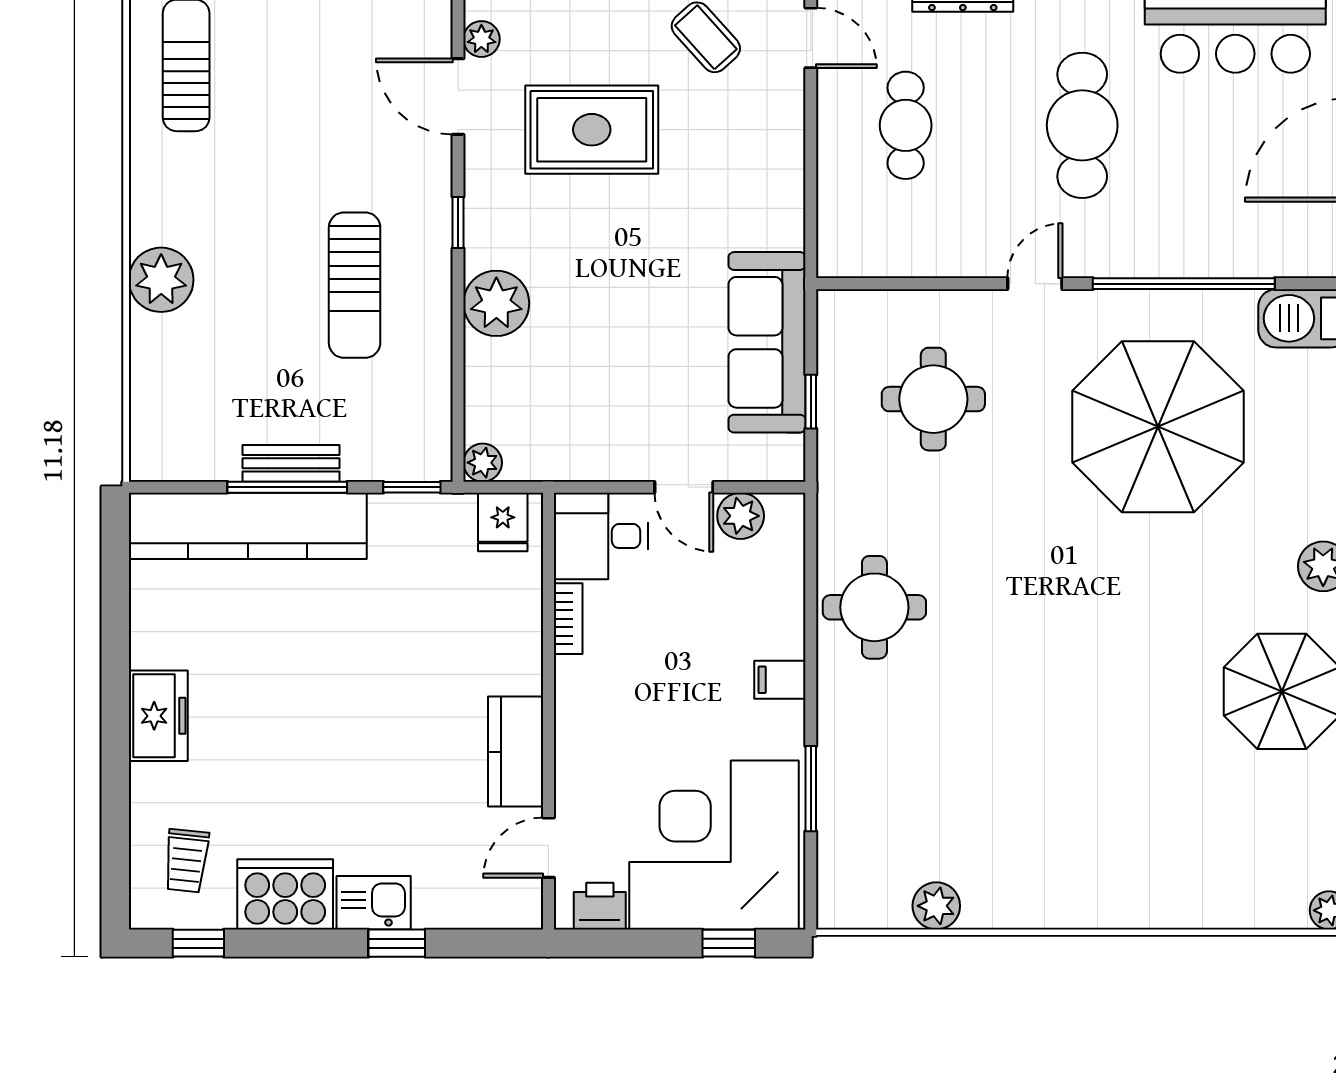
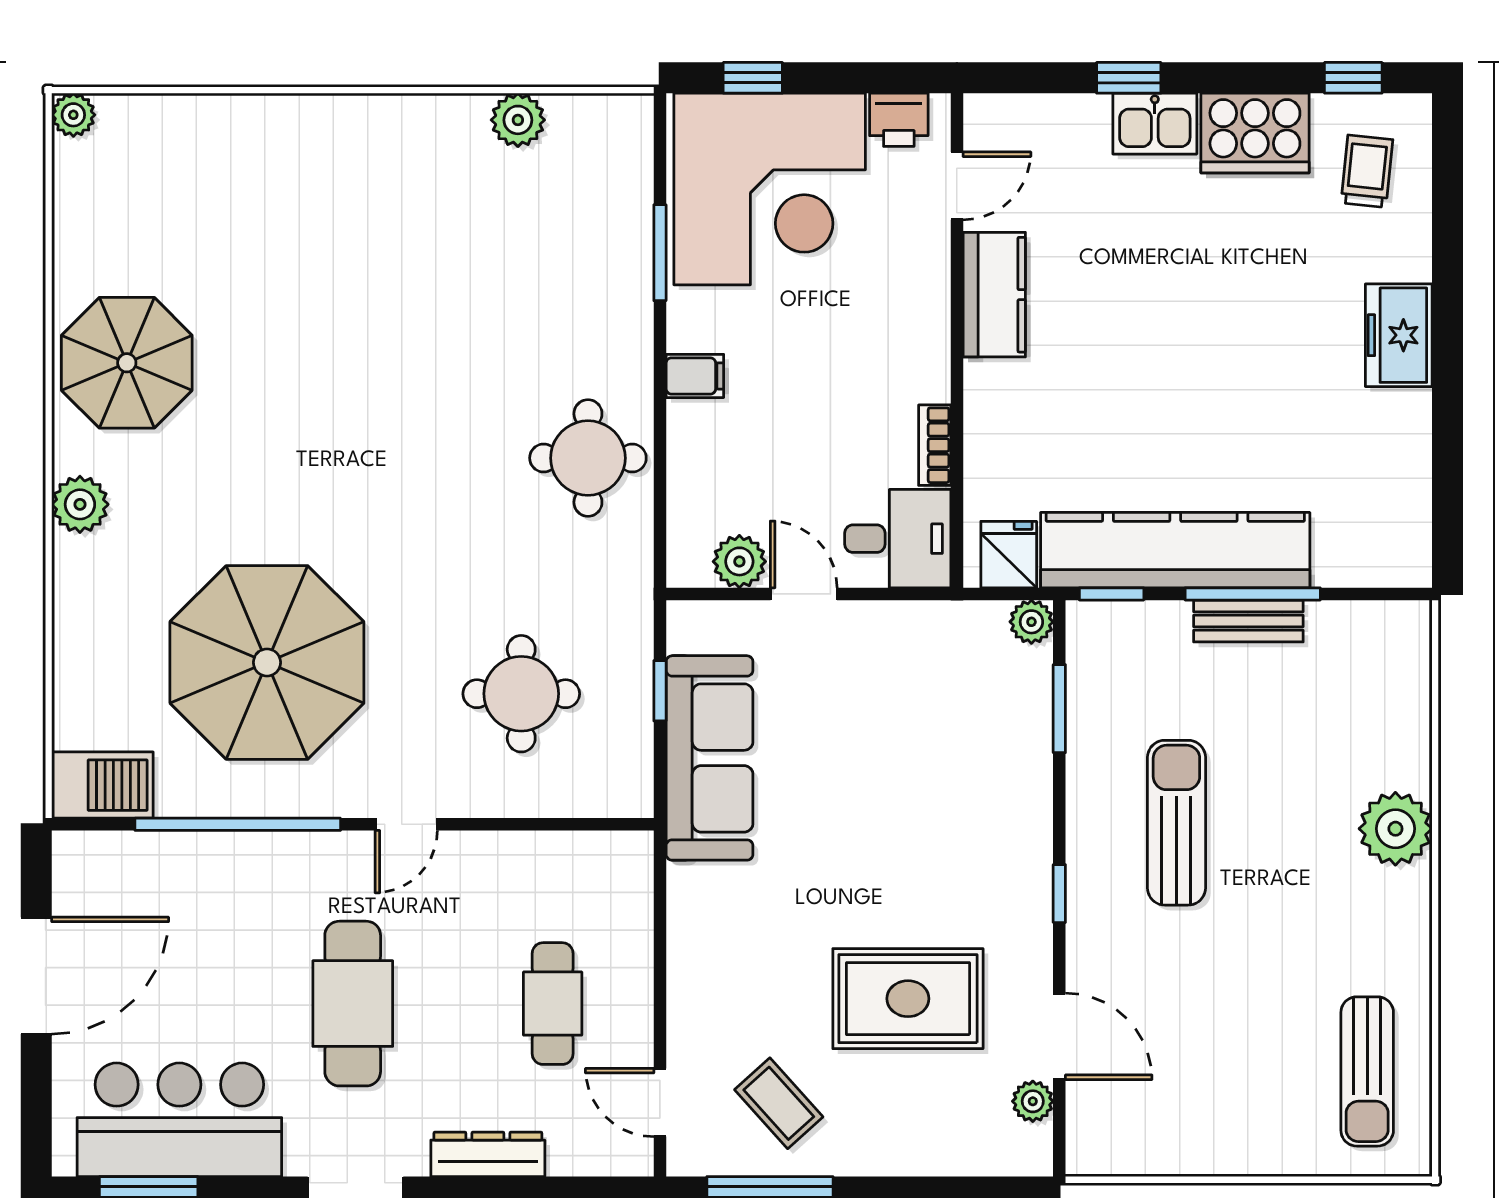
plant: (496, 303) -> (1016, 802), removed
window: (458, 386) -> (1059, 709), added
kitchen counter: (248, 526) -> (1175, 550), moved

